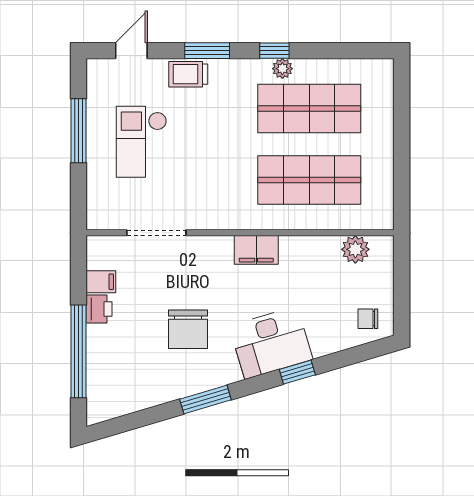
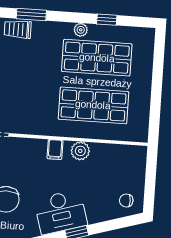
window: (274, 51) -> (107, 20), moved
plant: (355, 249) -> (80, 151), moved
filing cabinet: (256, 250) -> (55, 150), width x0.50

